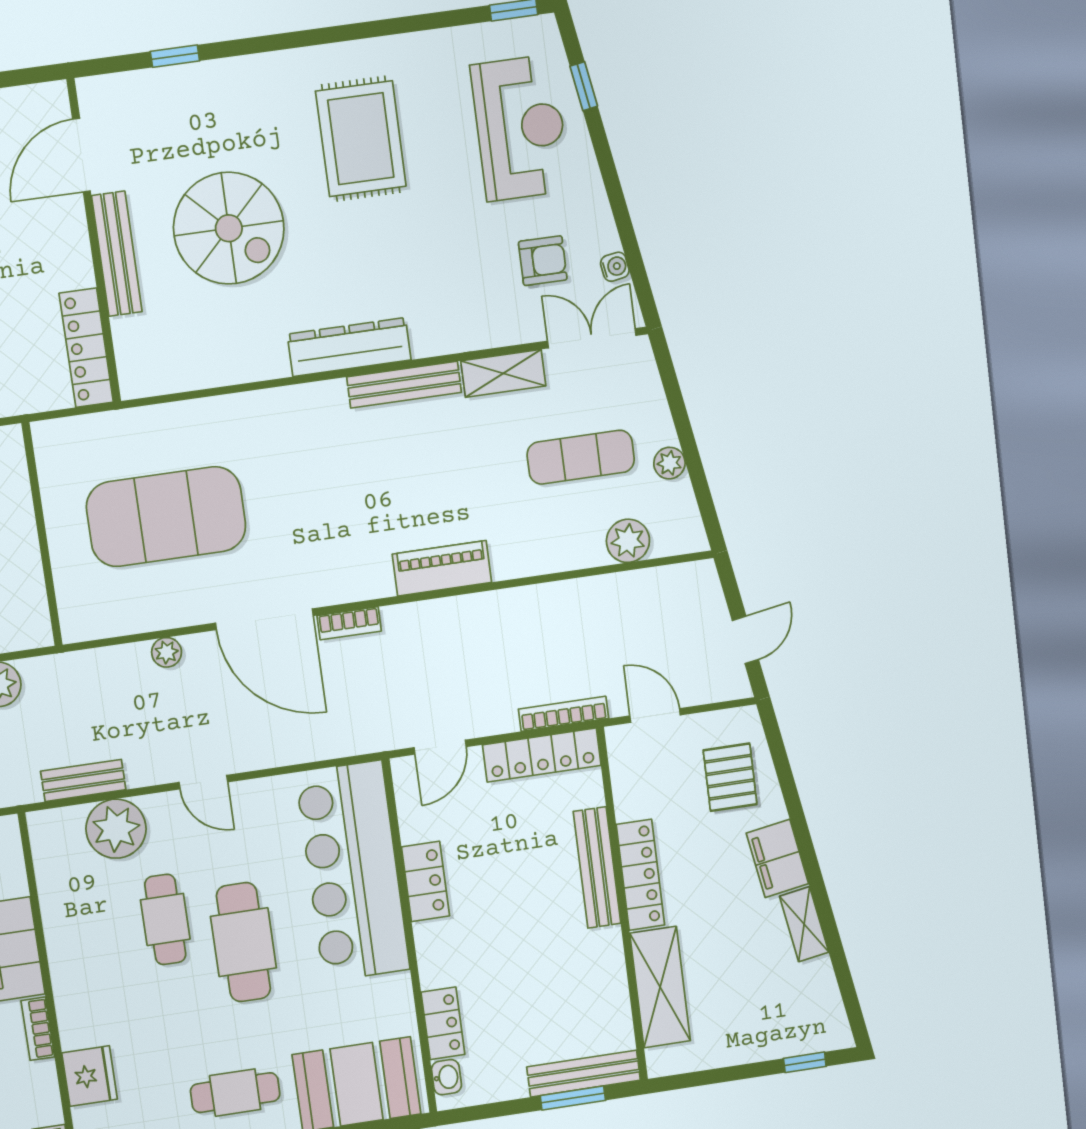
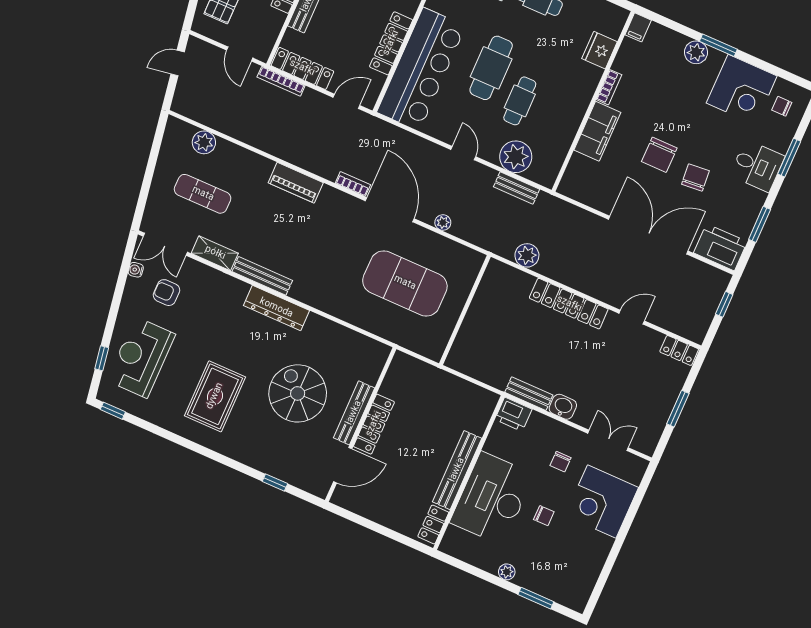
locker: (86, 348) -> (374, 424), moved
plant: (669, 463) -> (164, 166), removed
locker: (426, 881) -> (391, 43), width x1.53

